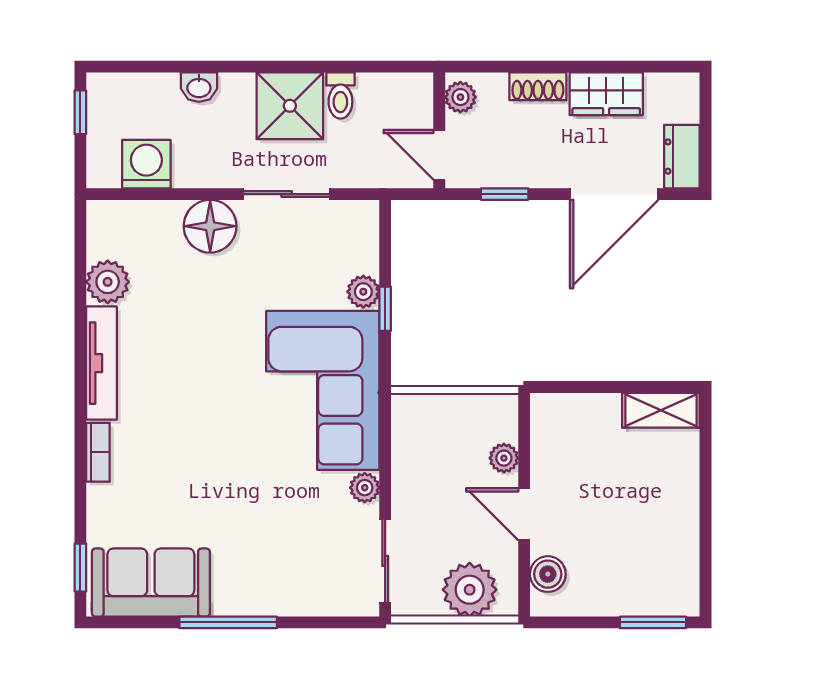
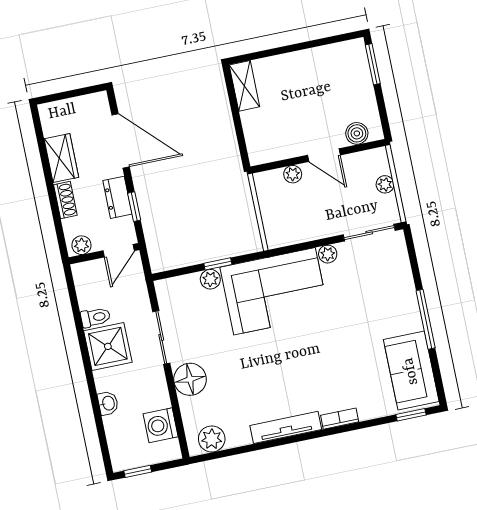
dresser: (682, 157) -> (117, 197), moved, turned 90
plant: (108, 282) -> (212, 439), moved
door: (524, 514) -> (324, 155), hinge flipped
plant: (470, 590) -> (385, 184), width x0.53, depth x0.53

